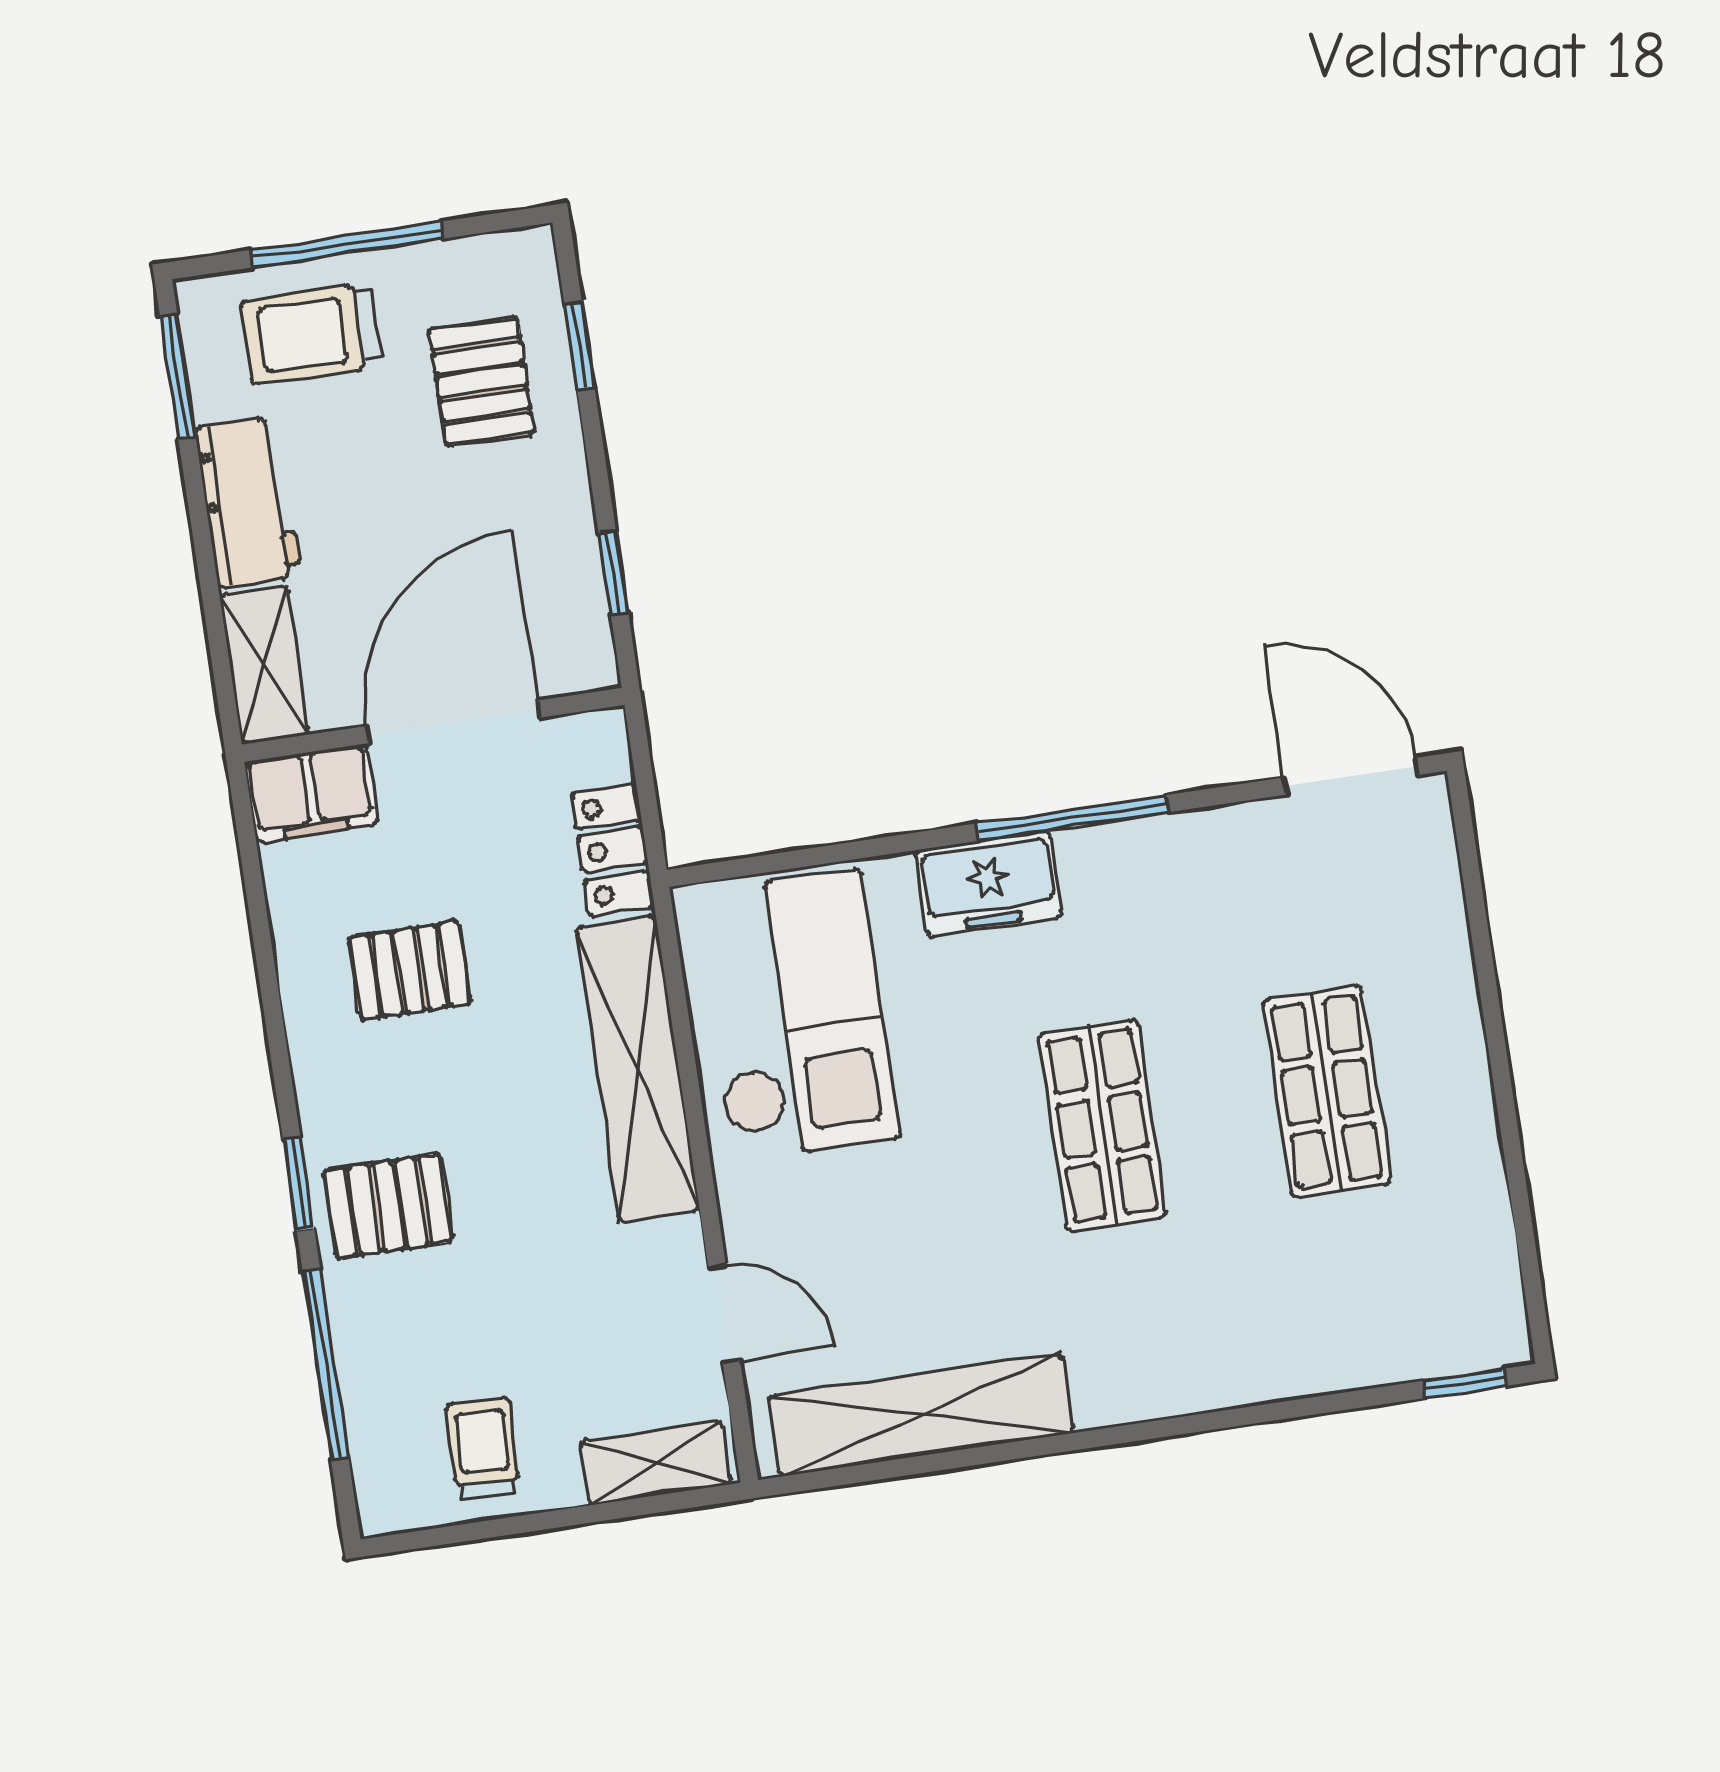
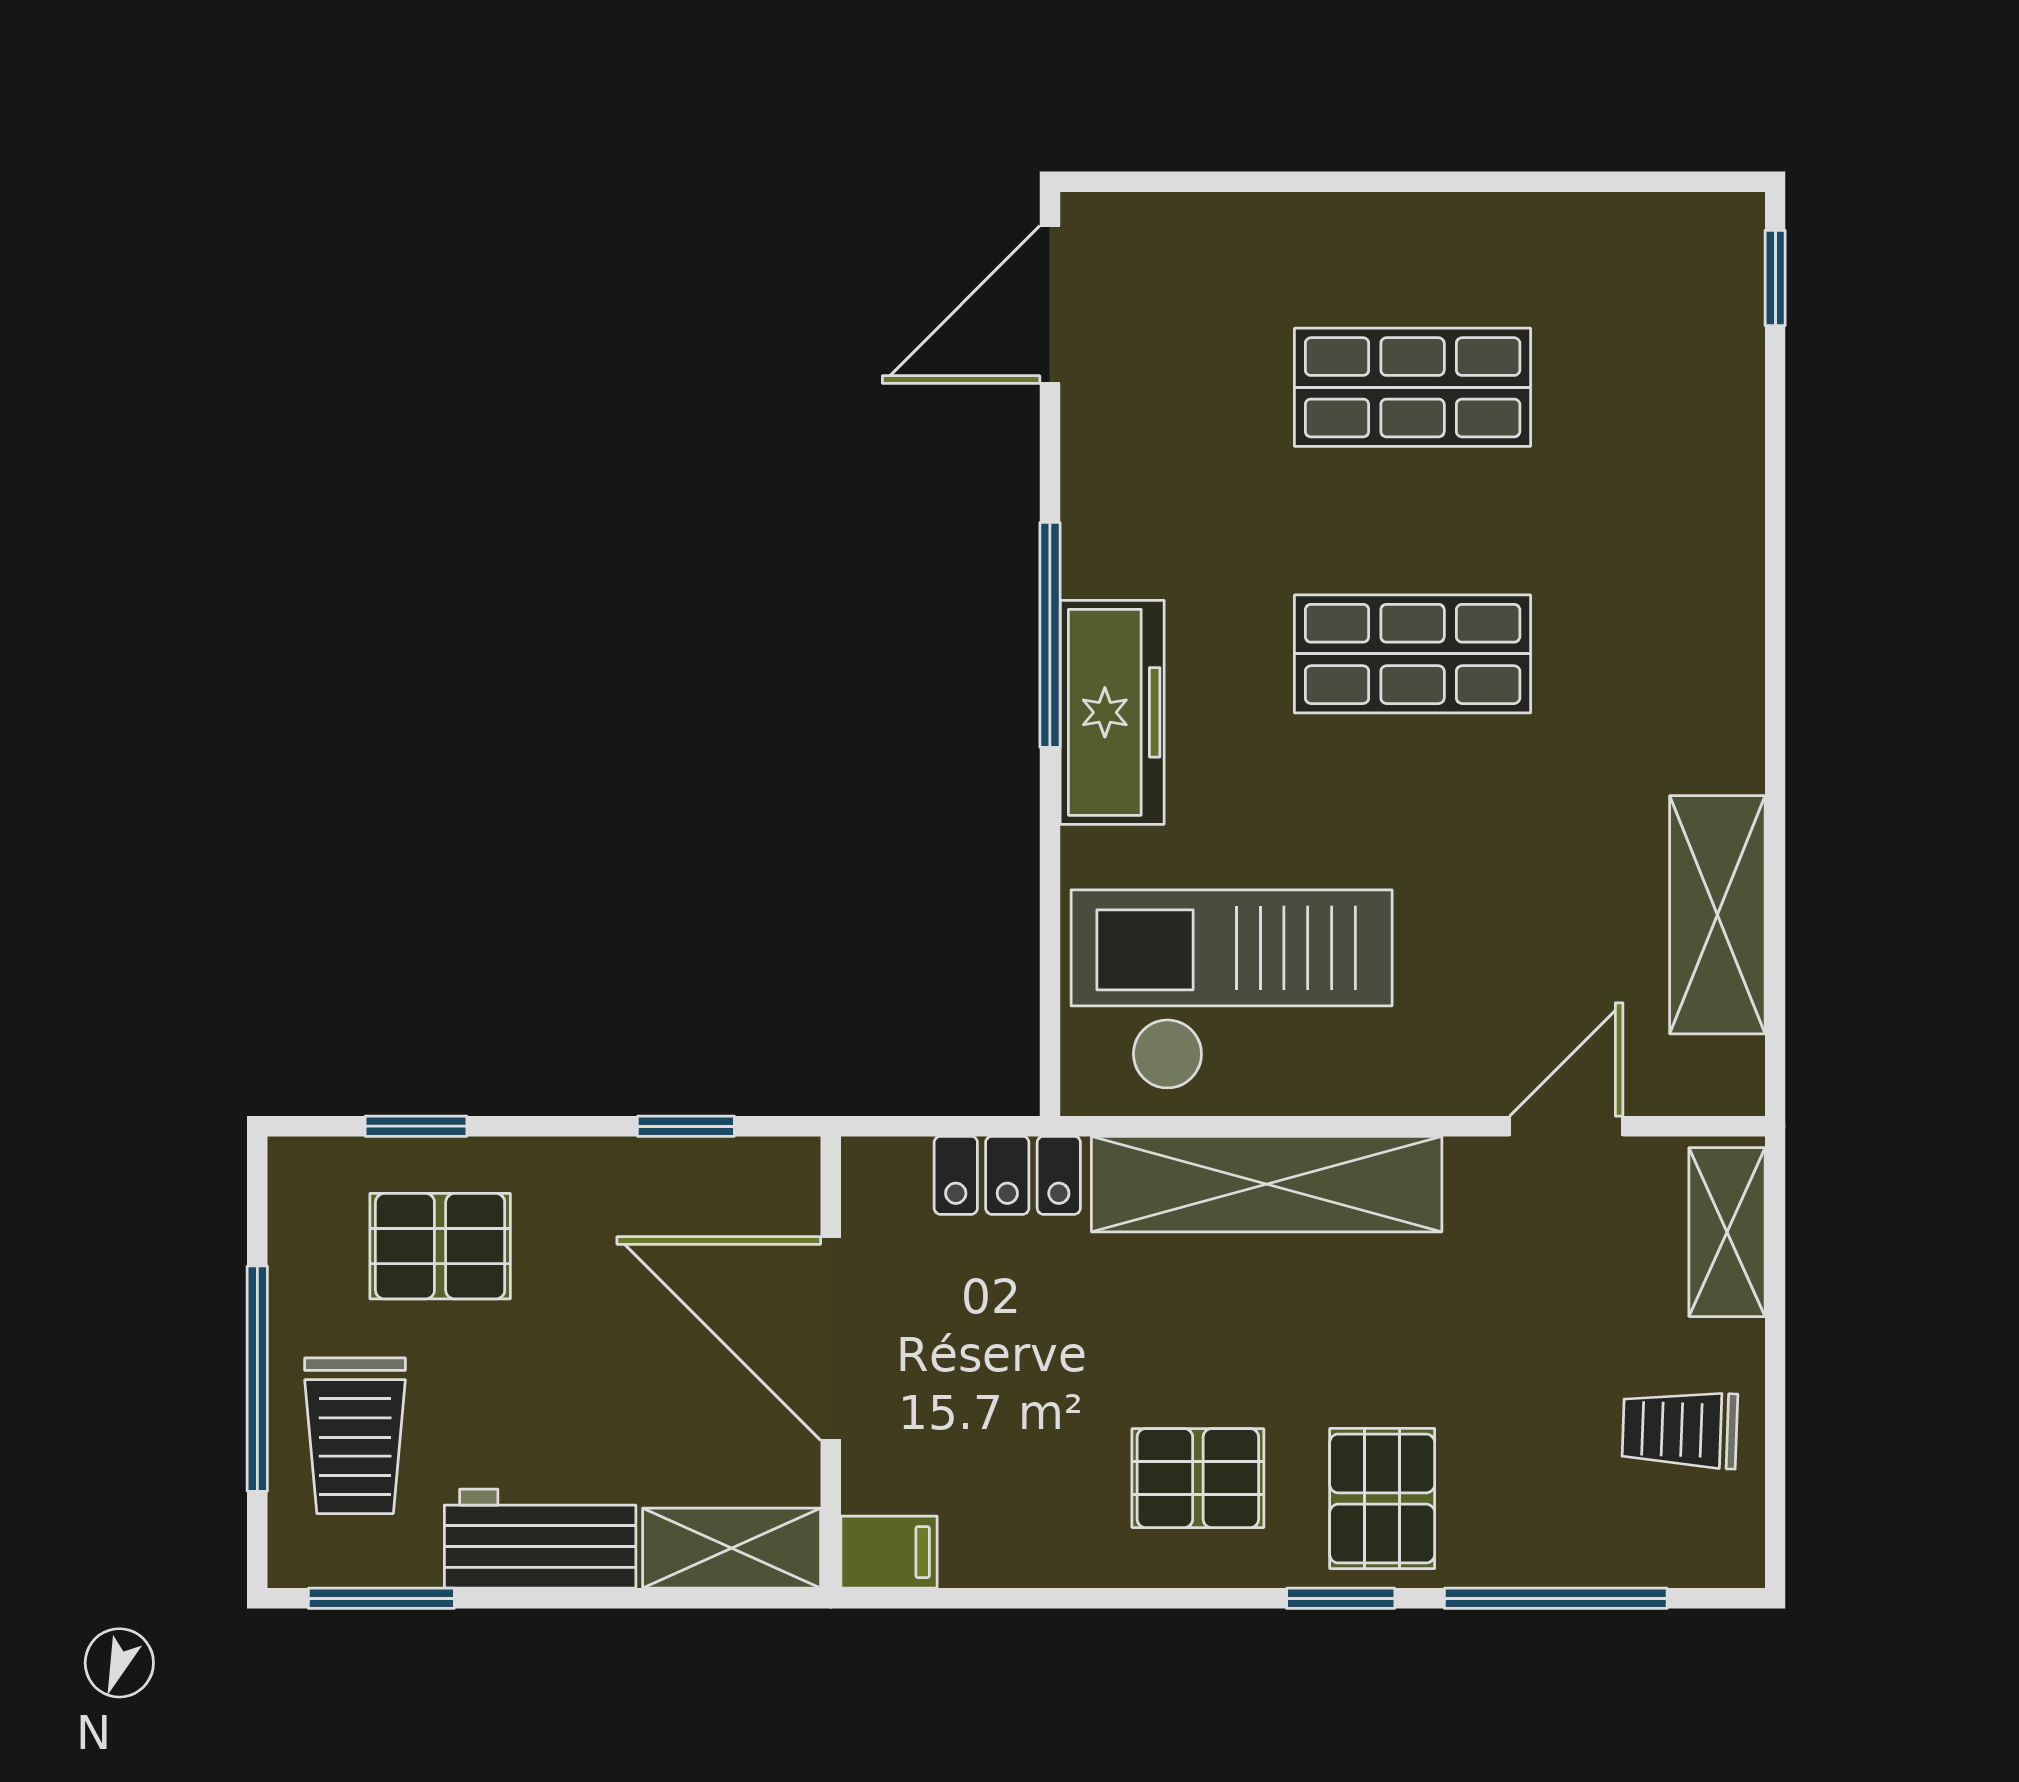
filing cabinet: (311, 793) -> (889, 1552), width x0.50
freezer: (988, 884) -> (1112, 712), width x1.40
pallet: (409, 971) -> (1198, 1478), moved, turned 90
shelving: (921, 1415) -> (1717, 915), width x0.68

